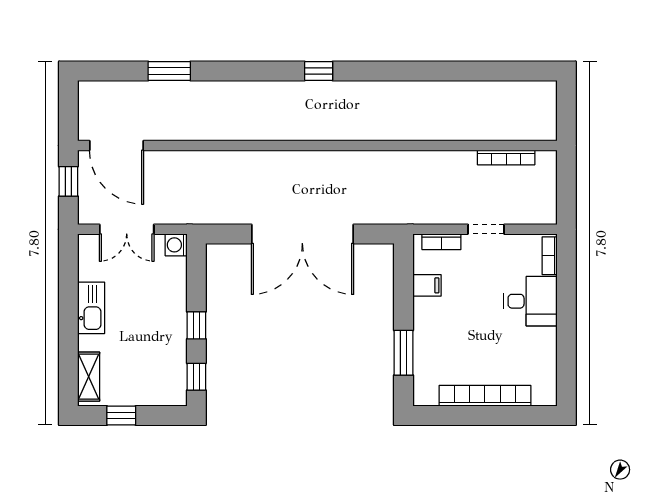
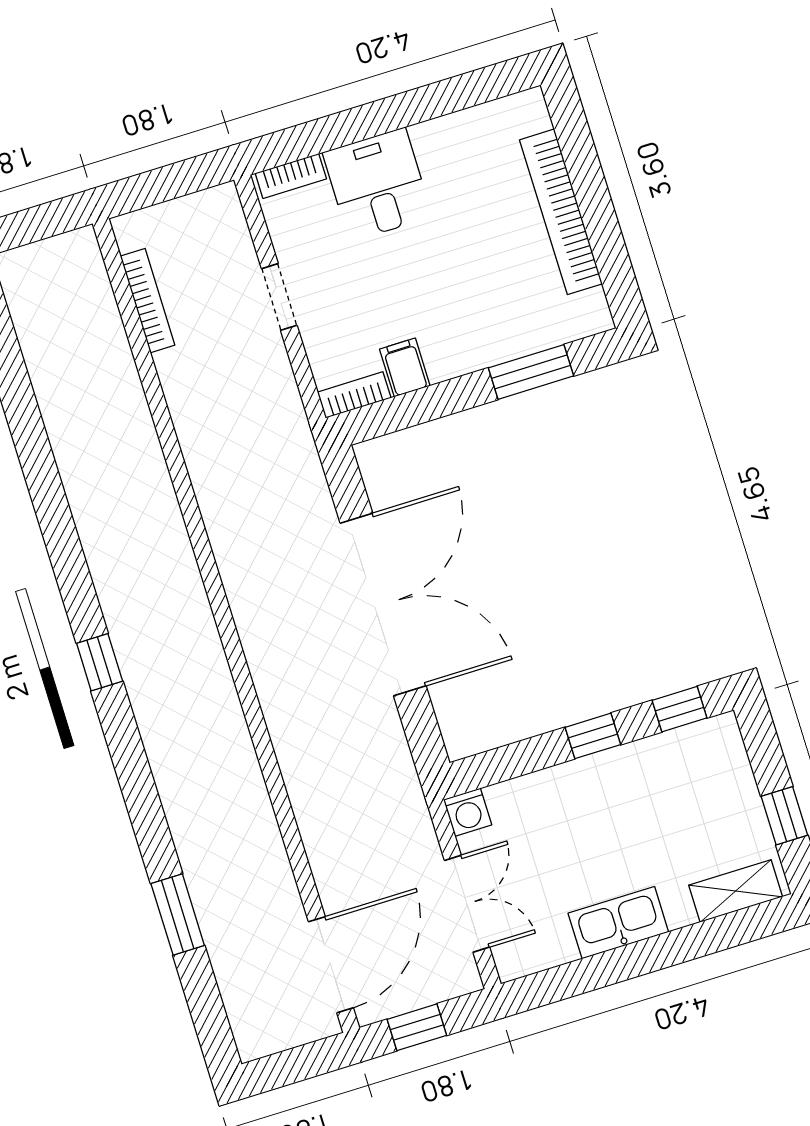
bookcase: (441, 242) -> (354, 395), moved, turned -90

